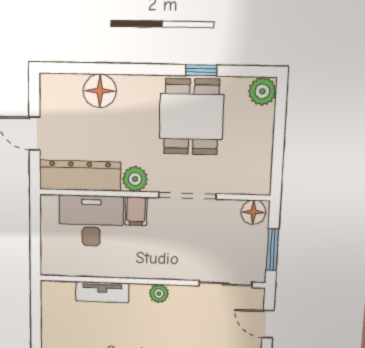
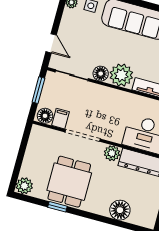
filing cabinet: (136, 211) -> (60, 119), moved
plant: (159, 294) -> (121, 75), width x1.87, depth x1.87
floor lamp: (182, 296) -> (101, 74), added

